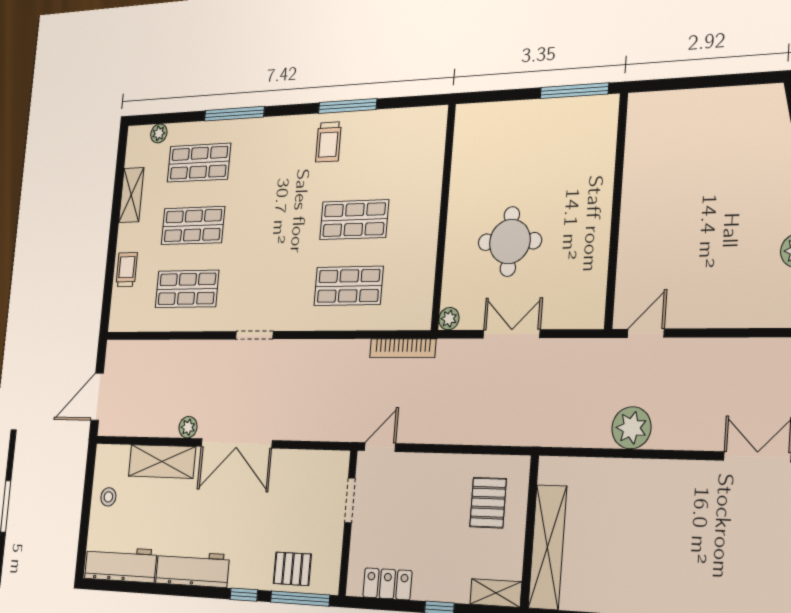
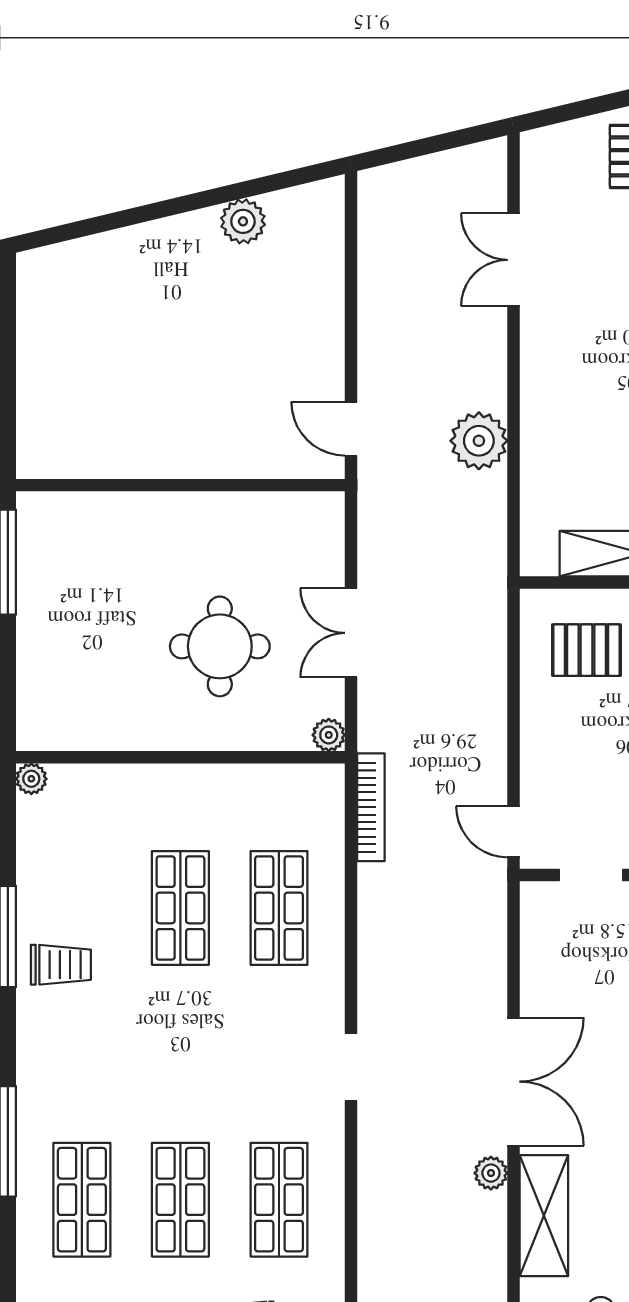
plant: (159, 133) -> (31, 779), moved

